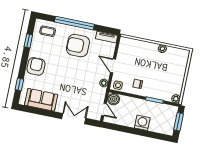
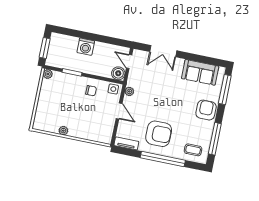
window: (28, 41) -> (215, 139), width x2.17
armchair: (36, 66) -> (206, 110), turned 180
window: (19, 84) -> (225, 90), width x2.17

